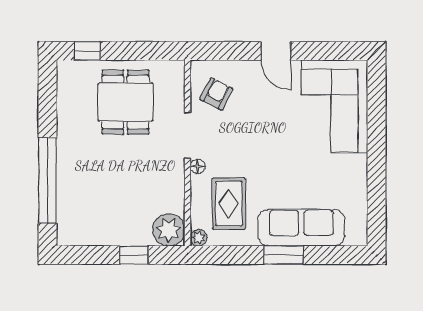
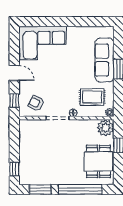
window: (222, 51) -> (14, 100), added
door: (276, 51) -> (14, 73), hinge flipped
window: (47, 102) -> (40, 189), added
dining table: (125, 102) -> (98, 161), moved, turned 90

